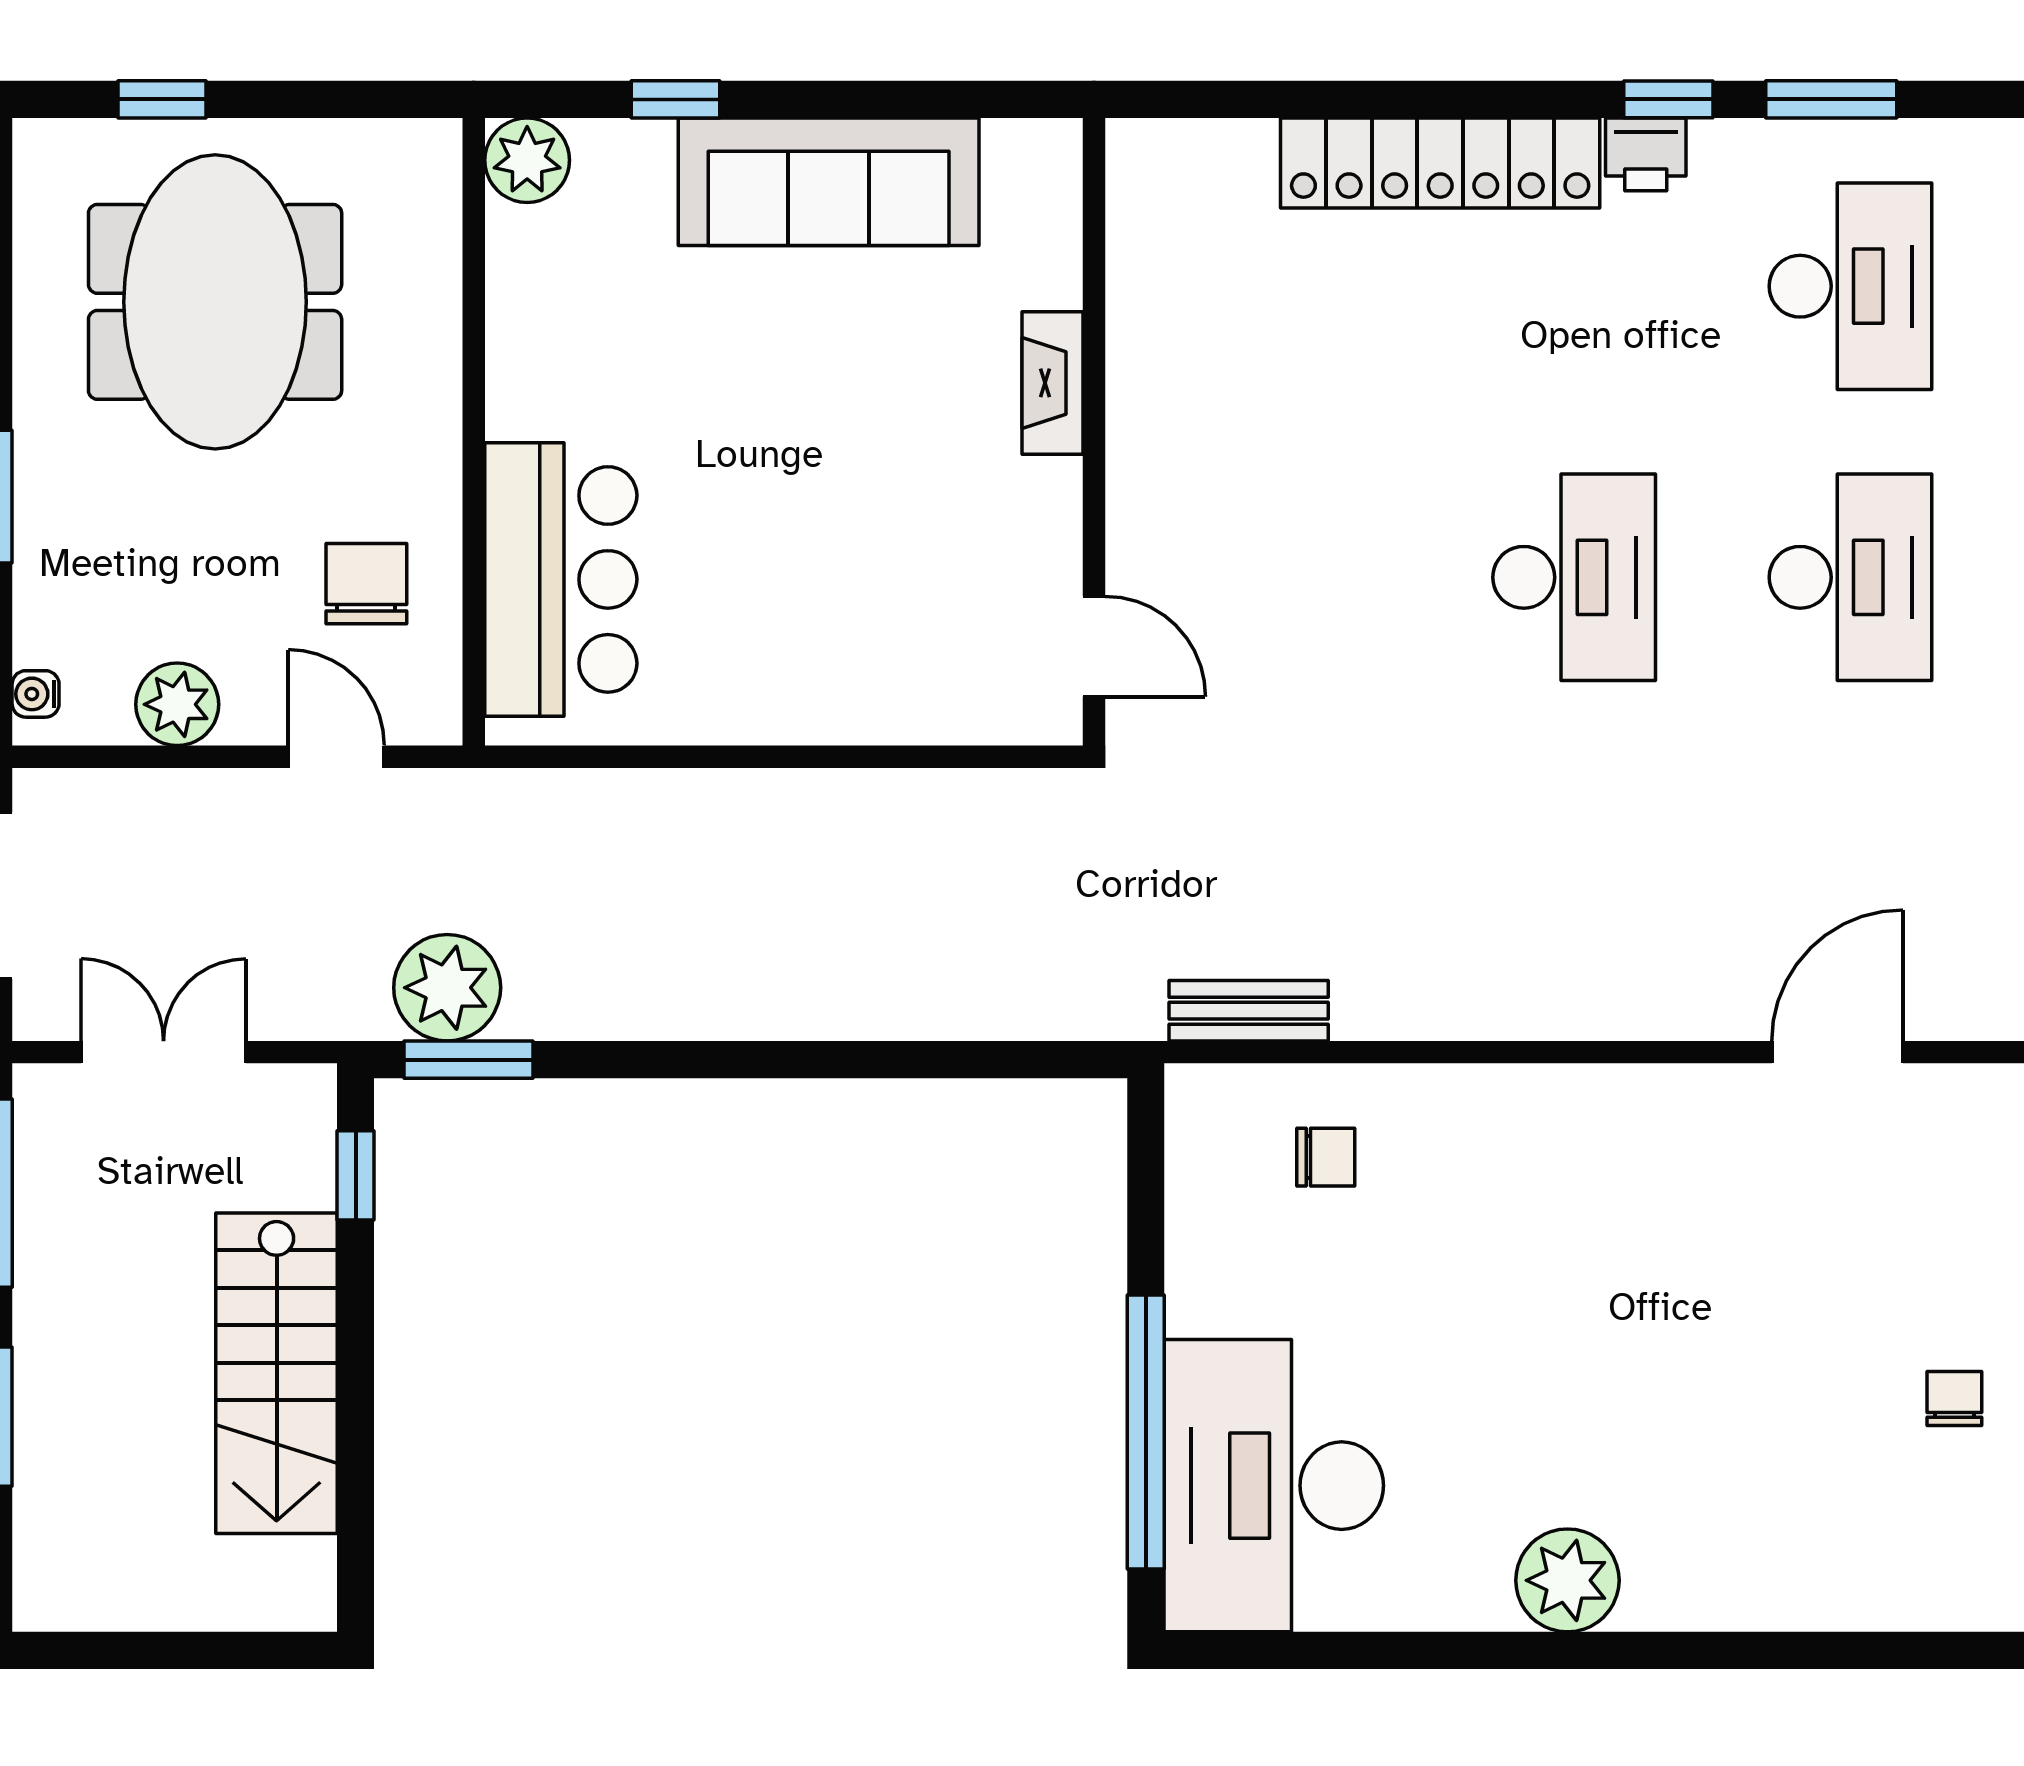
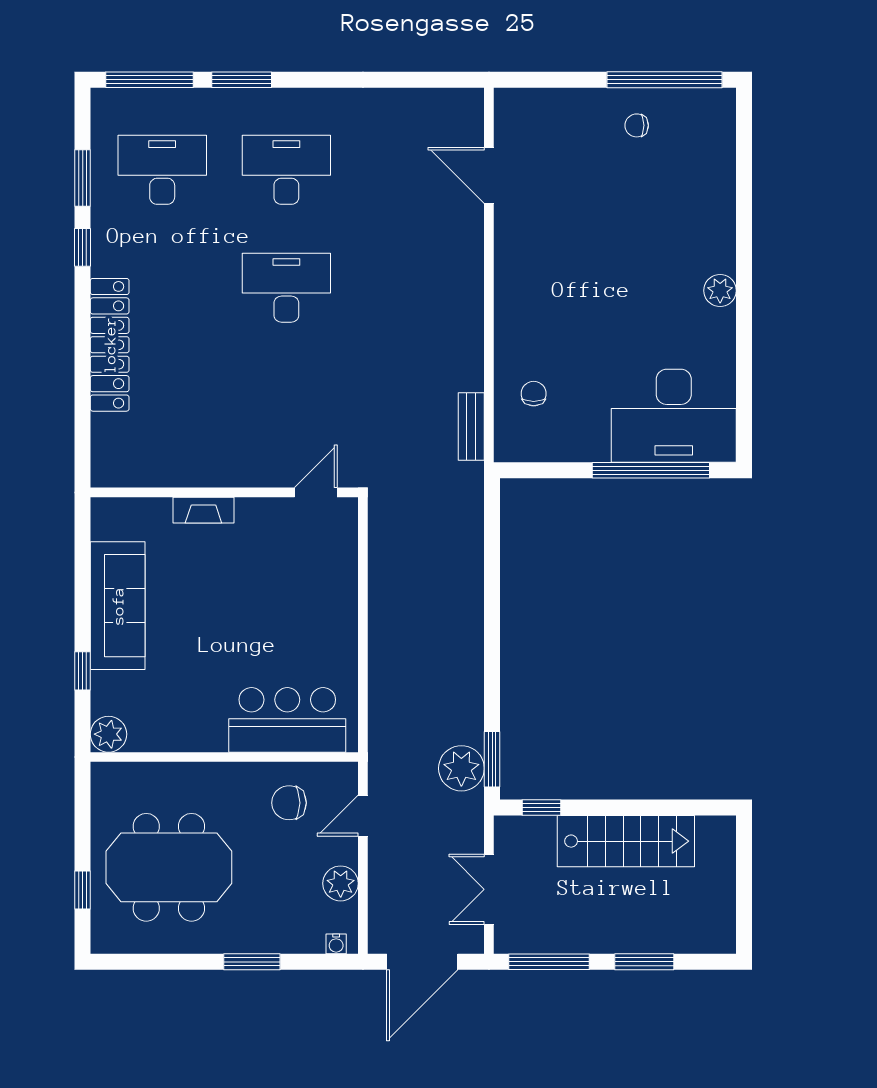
printer: (1646, 154) -> (106, 257), removed
plant: (1567, 1580) -> (720, 291), width x0.73, depth x0.73

